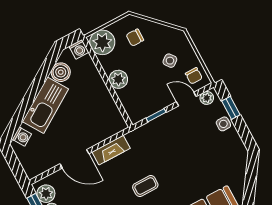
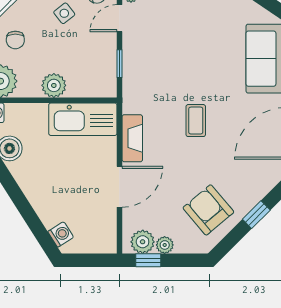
kitchen sink: (45, 105) -> (83, 119), moved, turned 122

